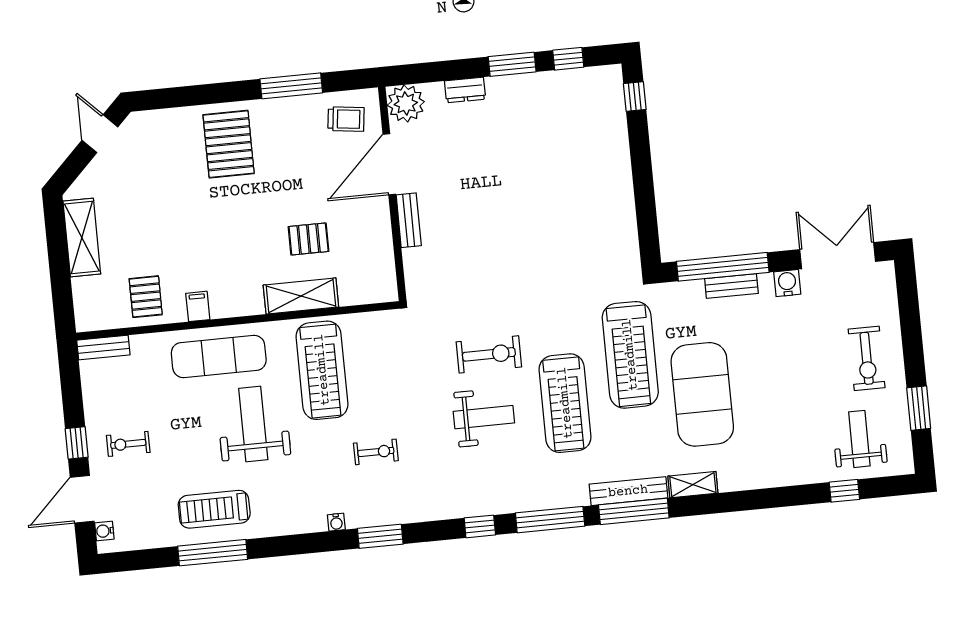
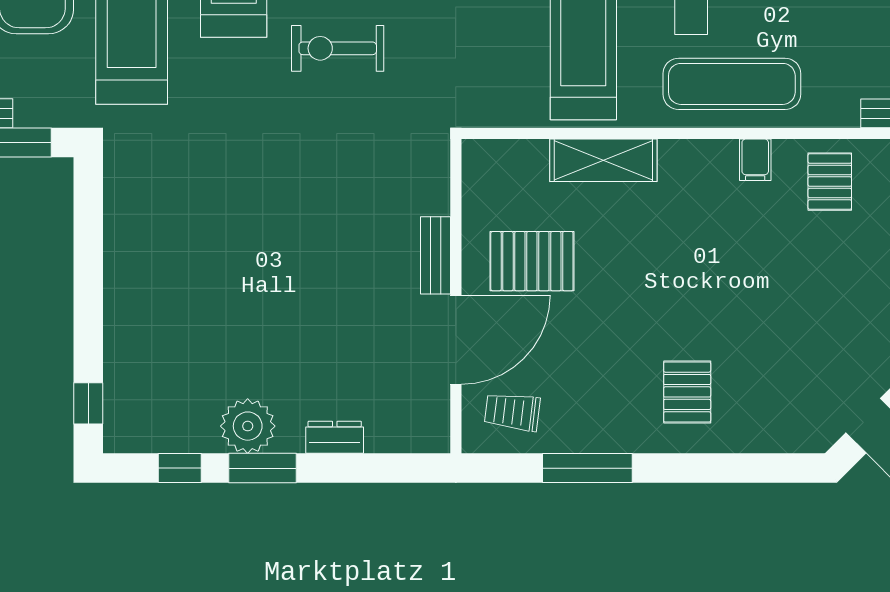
plant: (406, 103) -> (248, 426), moved
pallet: (229, 144) -> (687, 392), width x0.67, depth x0.71
pallet: (309, 239) -> (532, 261), moved, width x1.50, depth x1.42

